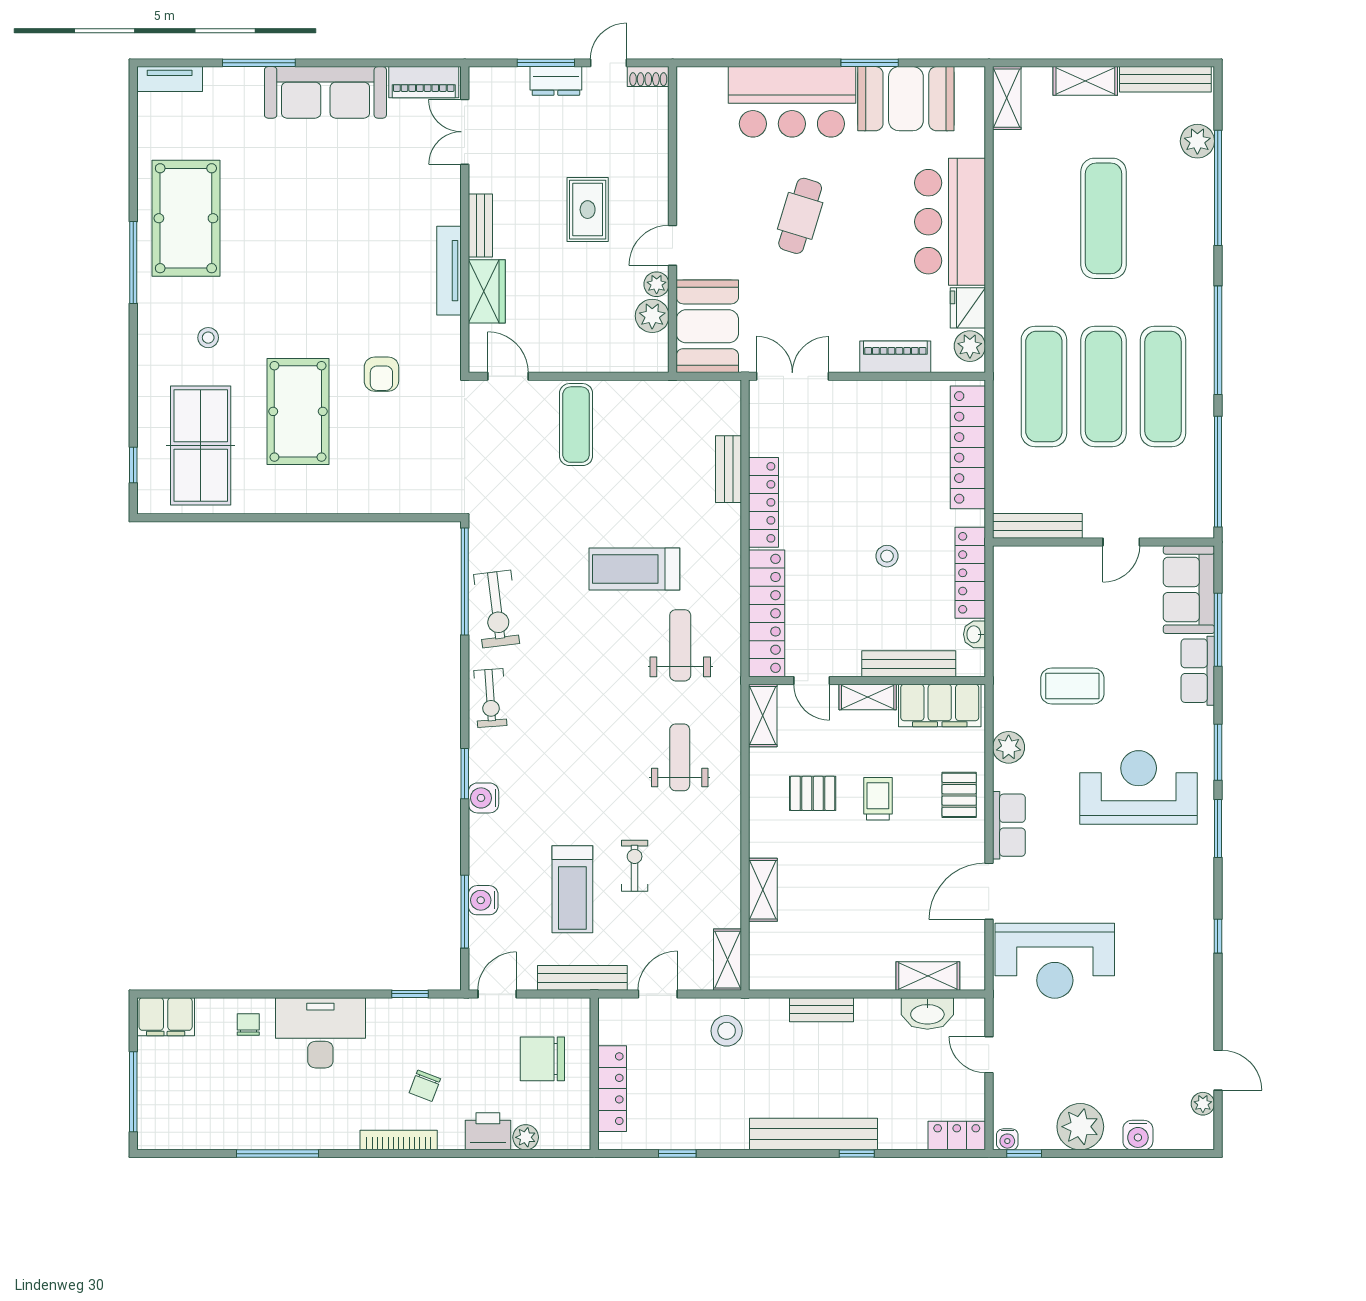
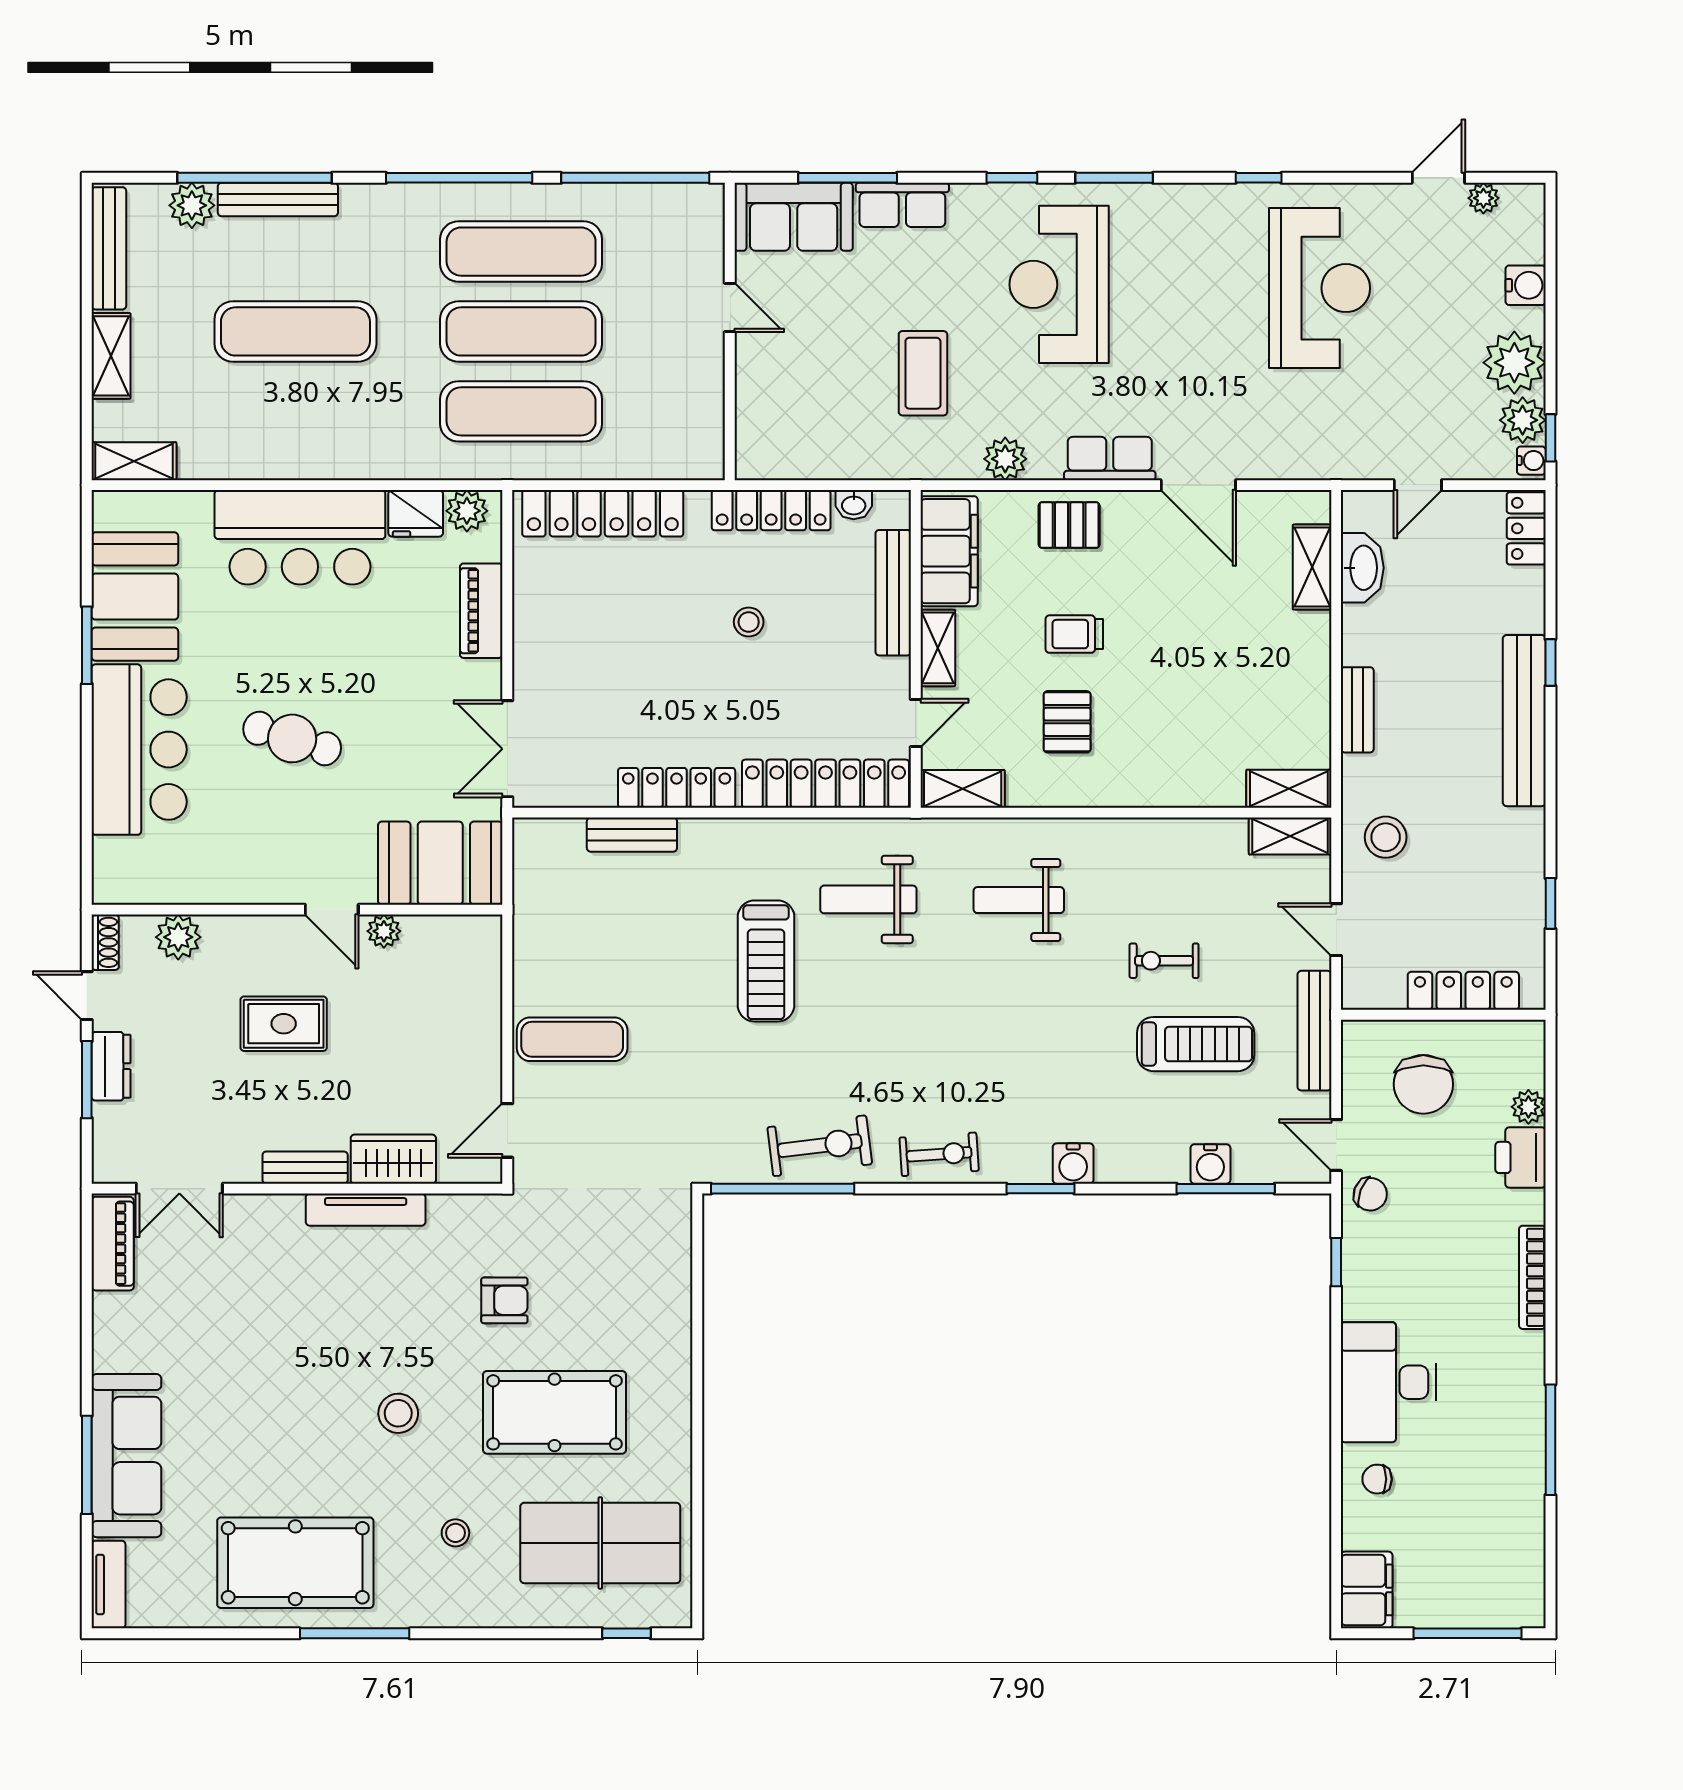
sofa: (325, 92) -> (126, 1456), moved
stool: (297, 295) -> (398, 1413), added
plant: (652, 316) -> (178, 937), moved
bench: (1037, 526) -> (278, 200), moved, turned 90
window: (1218, 752) -> (1012, 178), width x0.67
shelving: (763, 890) -> (1289, 789), moved
reception desk: (1055, 961) -> (1320, 288), moved
chair: (425, 1086) -> (1370, 1194), moved
plant: (1037, 1133) -> (1523, 420), added

